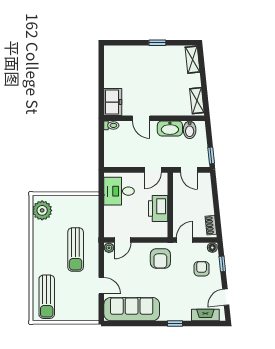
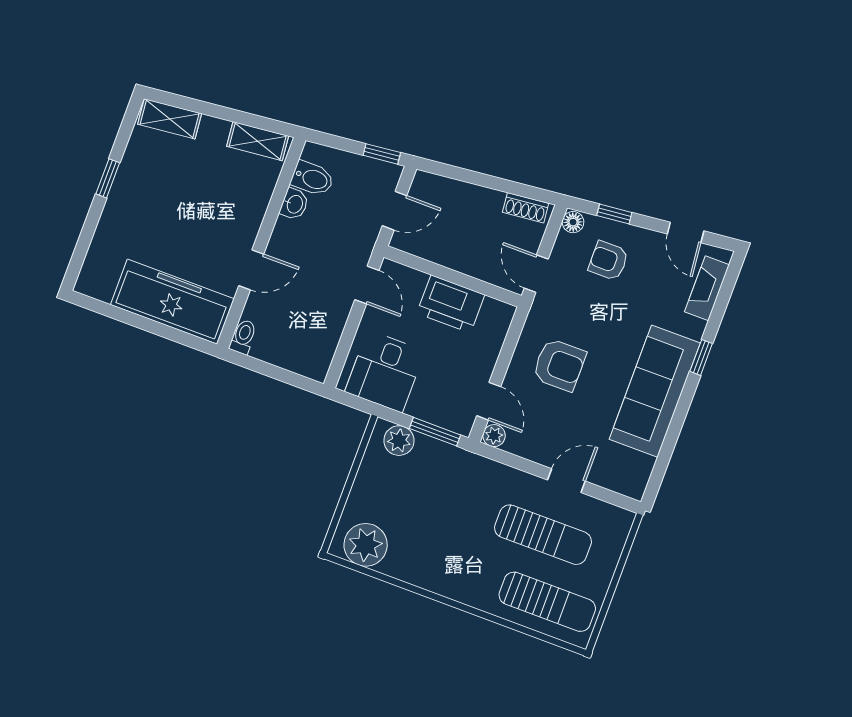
freezer: (113, 102) -> (172, 302), width x1.91, depth x1.26
washbasin: (170, 128) -> (294, 204), width x0.52, depth x0.69
plant: (92, 208) -> (399, 441), added
window: (101, 222) -> (435, 432), added
sun lounger: (76, 250) -> (543, 535), moved
armchair: (160, 259) -> (559, 365), moved
sofa: (132, 309) -> (655, 391), moved

